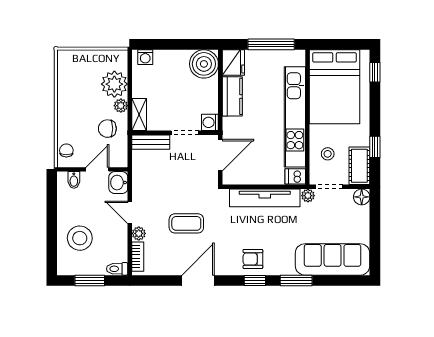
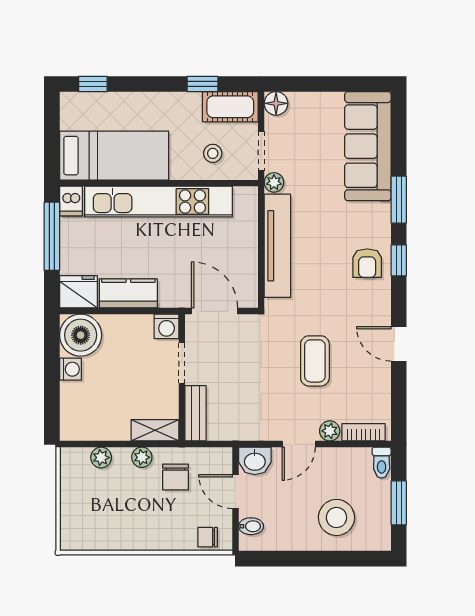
washing machine: (145, 57) -> (71, 369), moved
plant: (114, 84) -> (101, 458), width x0.53, depth x0.53
bed: (335, 87) -> (114, 156), width x0.67
dishwasher: (295, 176) -> (71, 201), moved
door: (198, 280) -> (399, 344), width x0.73

